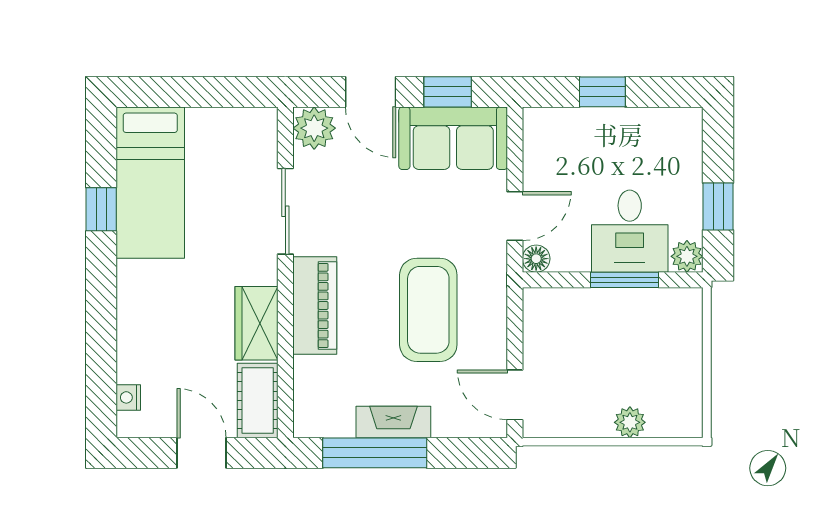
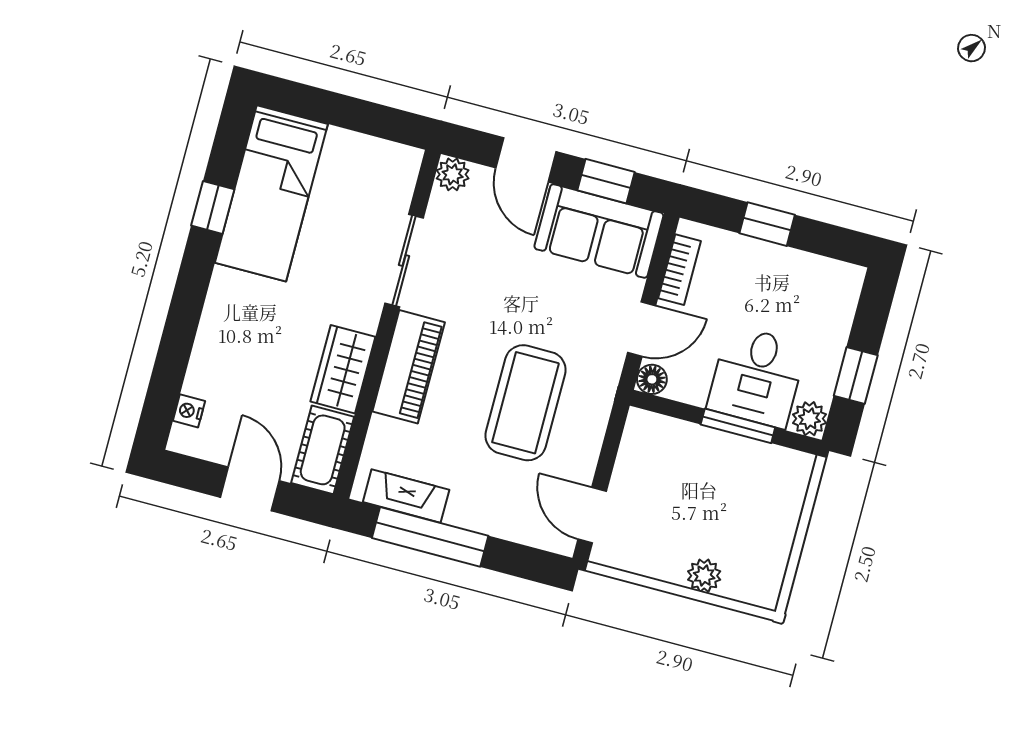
plant: (314, 128) -> (453, 174), width x0.73, depth x0.73
bookcase: (535, 154) -> (680, 270), added
fireplace: (393, 422) -> (406, 496), moved

